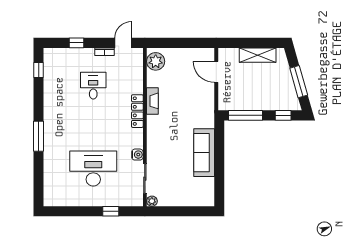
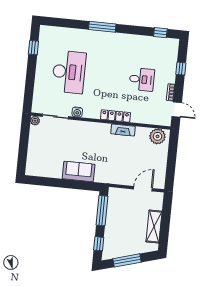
sofa: (204, 153) -> (79, 171), width x0.73
window: (111, 211) -> (33, 48), moved

